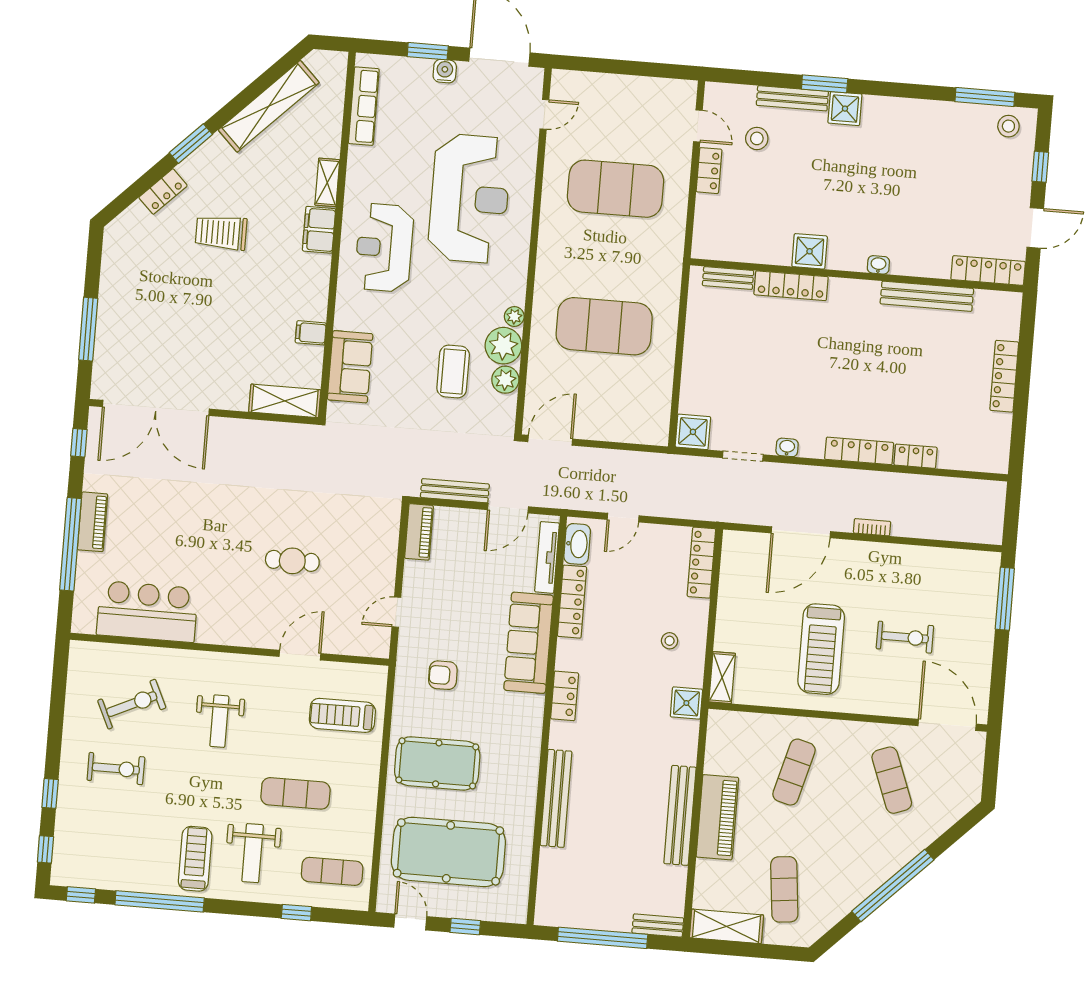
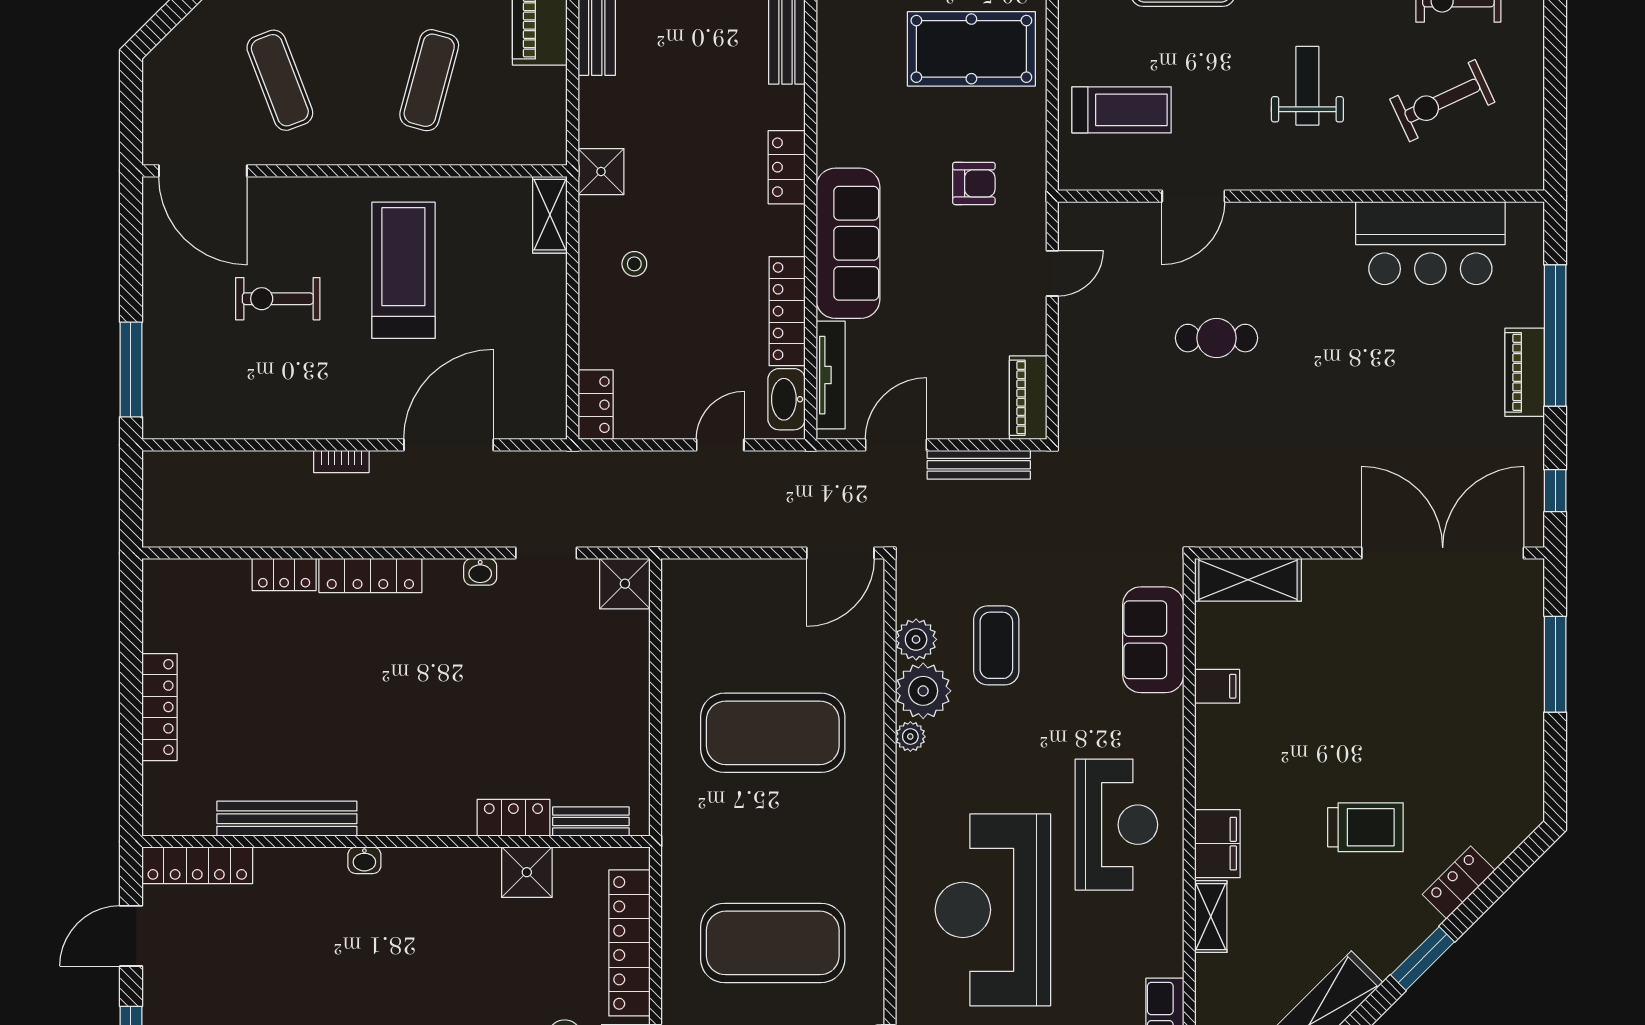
locker: (709, 171) -> (630, 943), width x2.16, depth x1.21
shower: (810, 251) -> (527, 872), moved
locker: (791, 286) -> (513, 818), width x0.66
locker: (701, 563) -> (596, 405), width x0.66

